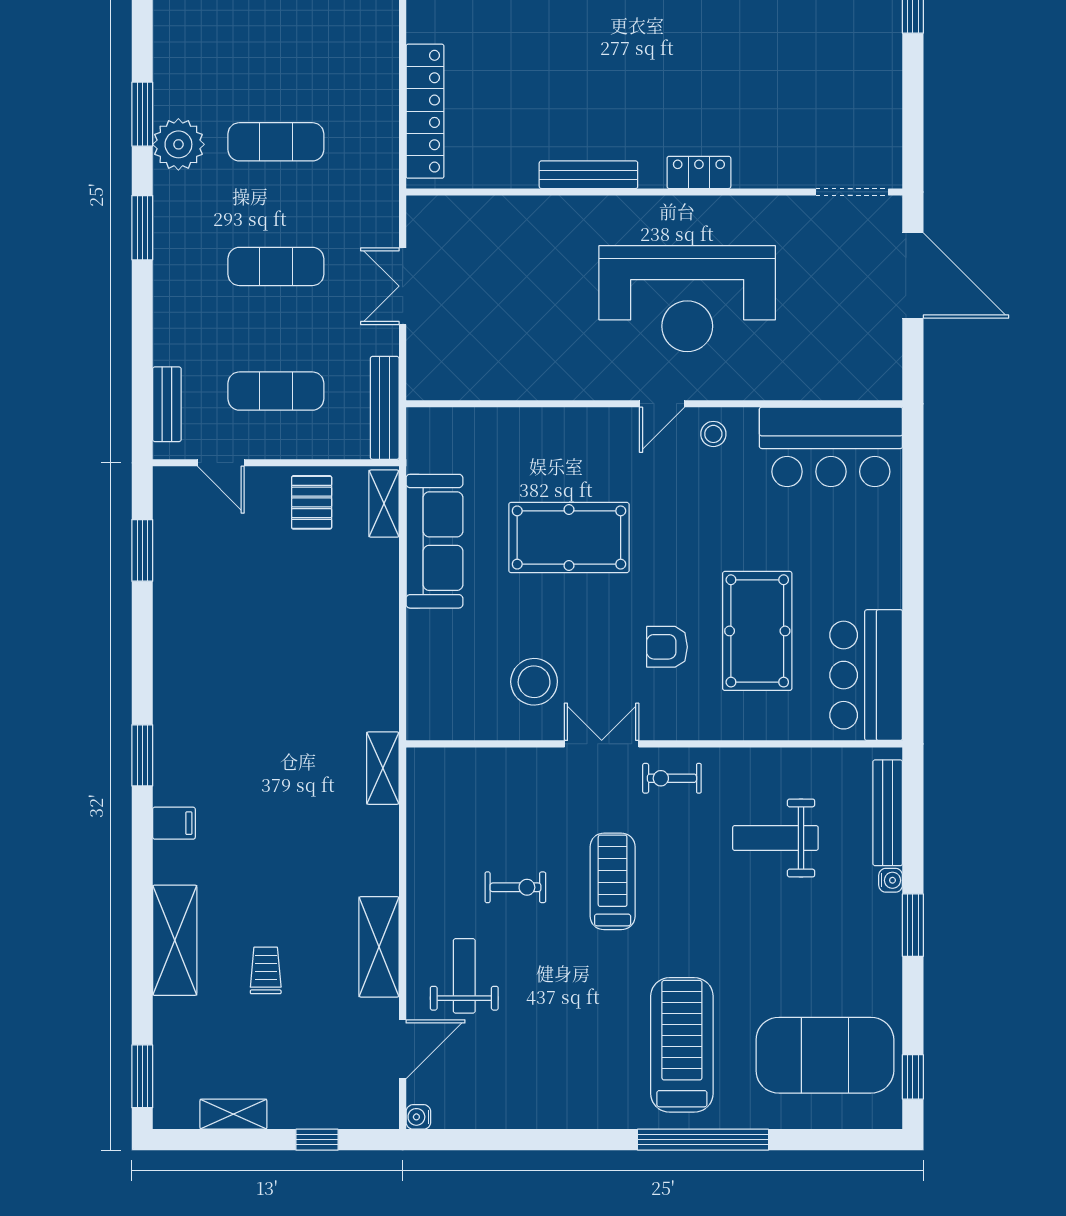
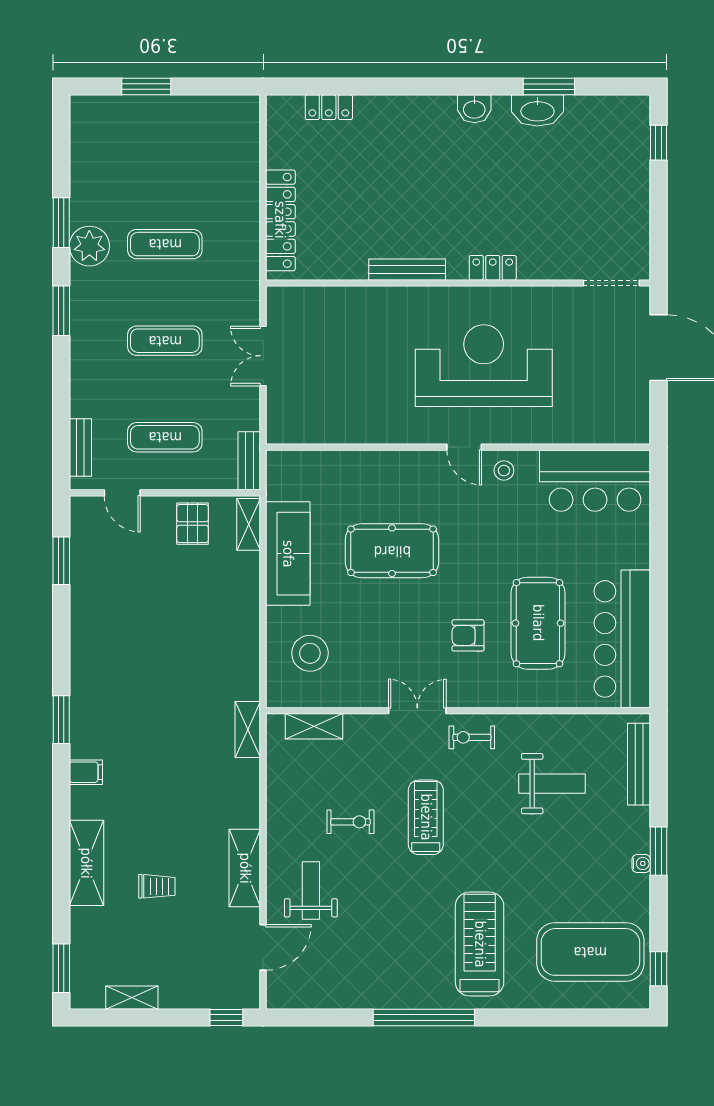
reception desk: (687, 299) -> (484, 366), turned 180
door: (662, 404) -> (464, 447), hinge flipped
bench: (385, 408) -> (249, 461), width x0.73
bar counter: (866, 675) -> (622, 639), width x1.36
stool: (534, 682) -> (310, 653), moved
shelving: (468, 764) -> (314, 726), added
weight bench: (775, 838) -> (552, 784), turned 180
water cooler: (891, 880) -> (641, 863), moved
trolley: (266, 970) -> (157, 886), turned 90
water cooler: (418, 1117) -> (275, 1000), removed
window: (317, 1140) -> (226, 1017), moved
window: (703, 1140) -> (424, 1017), moved

